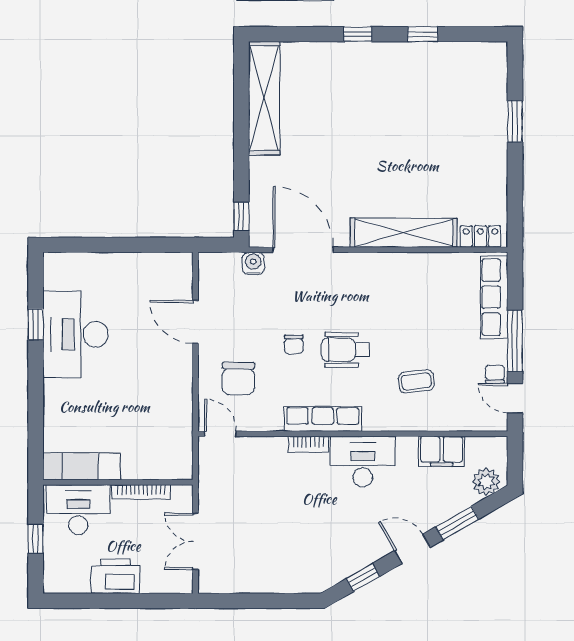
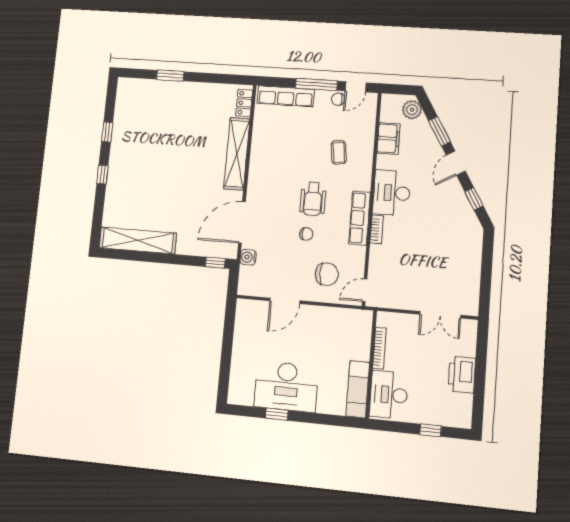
exam couch: (81, 466) -> (358, 389), moved
wall: (118, 482) -> (371, 364), moved
bookcase: (141, 492) -> (379, 348), moved
desk: (78, 510) -> (389, 395), moved

